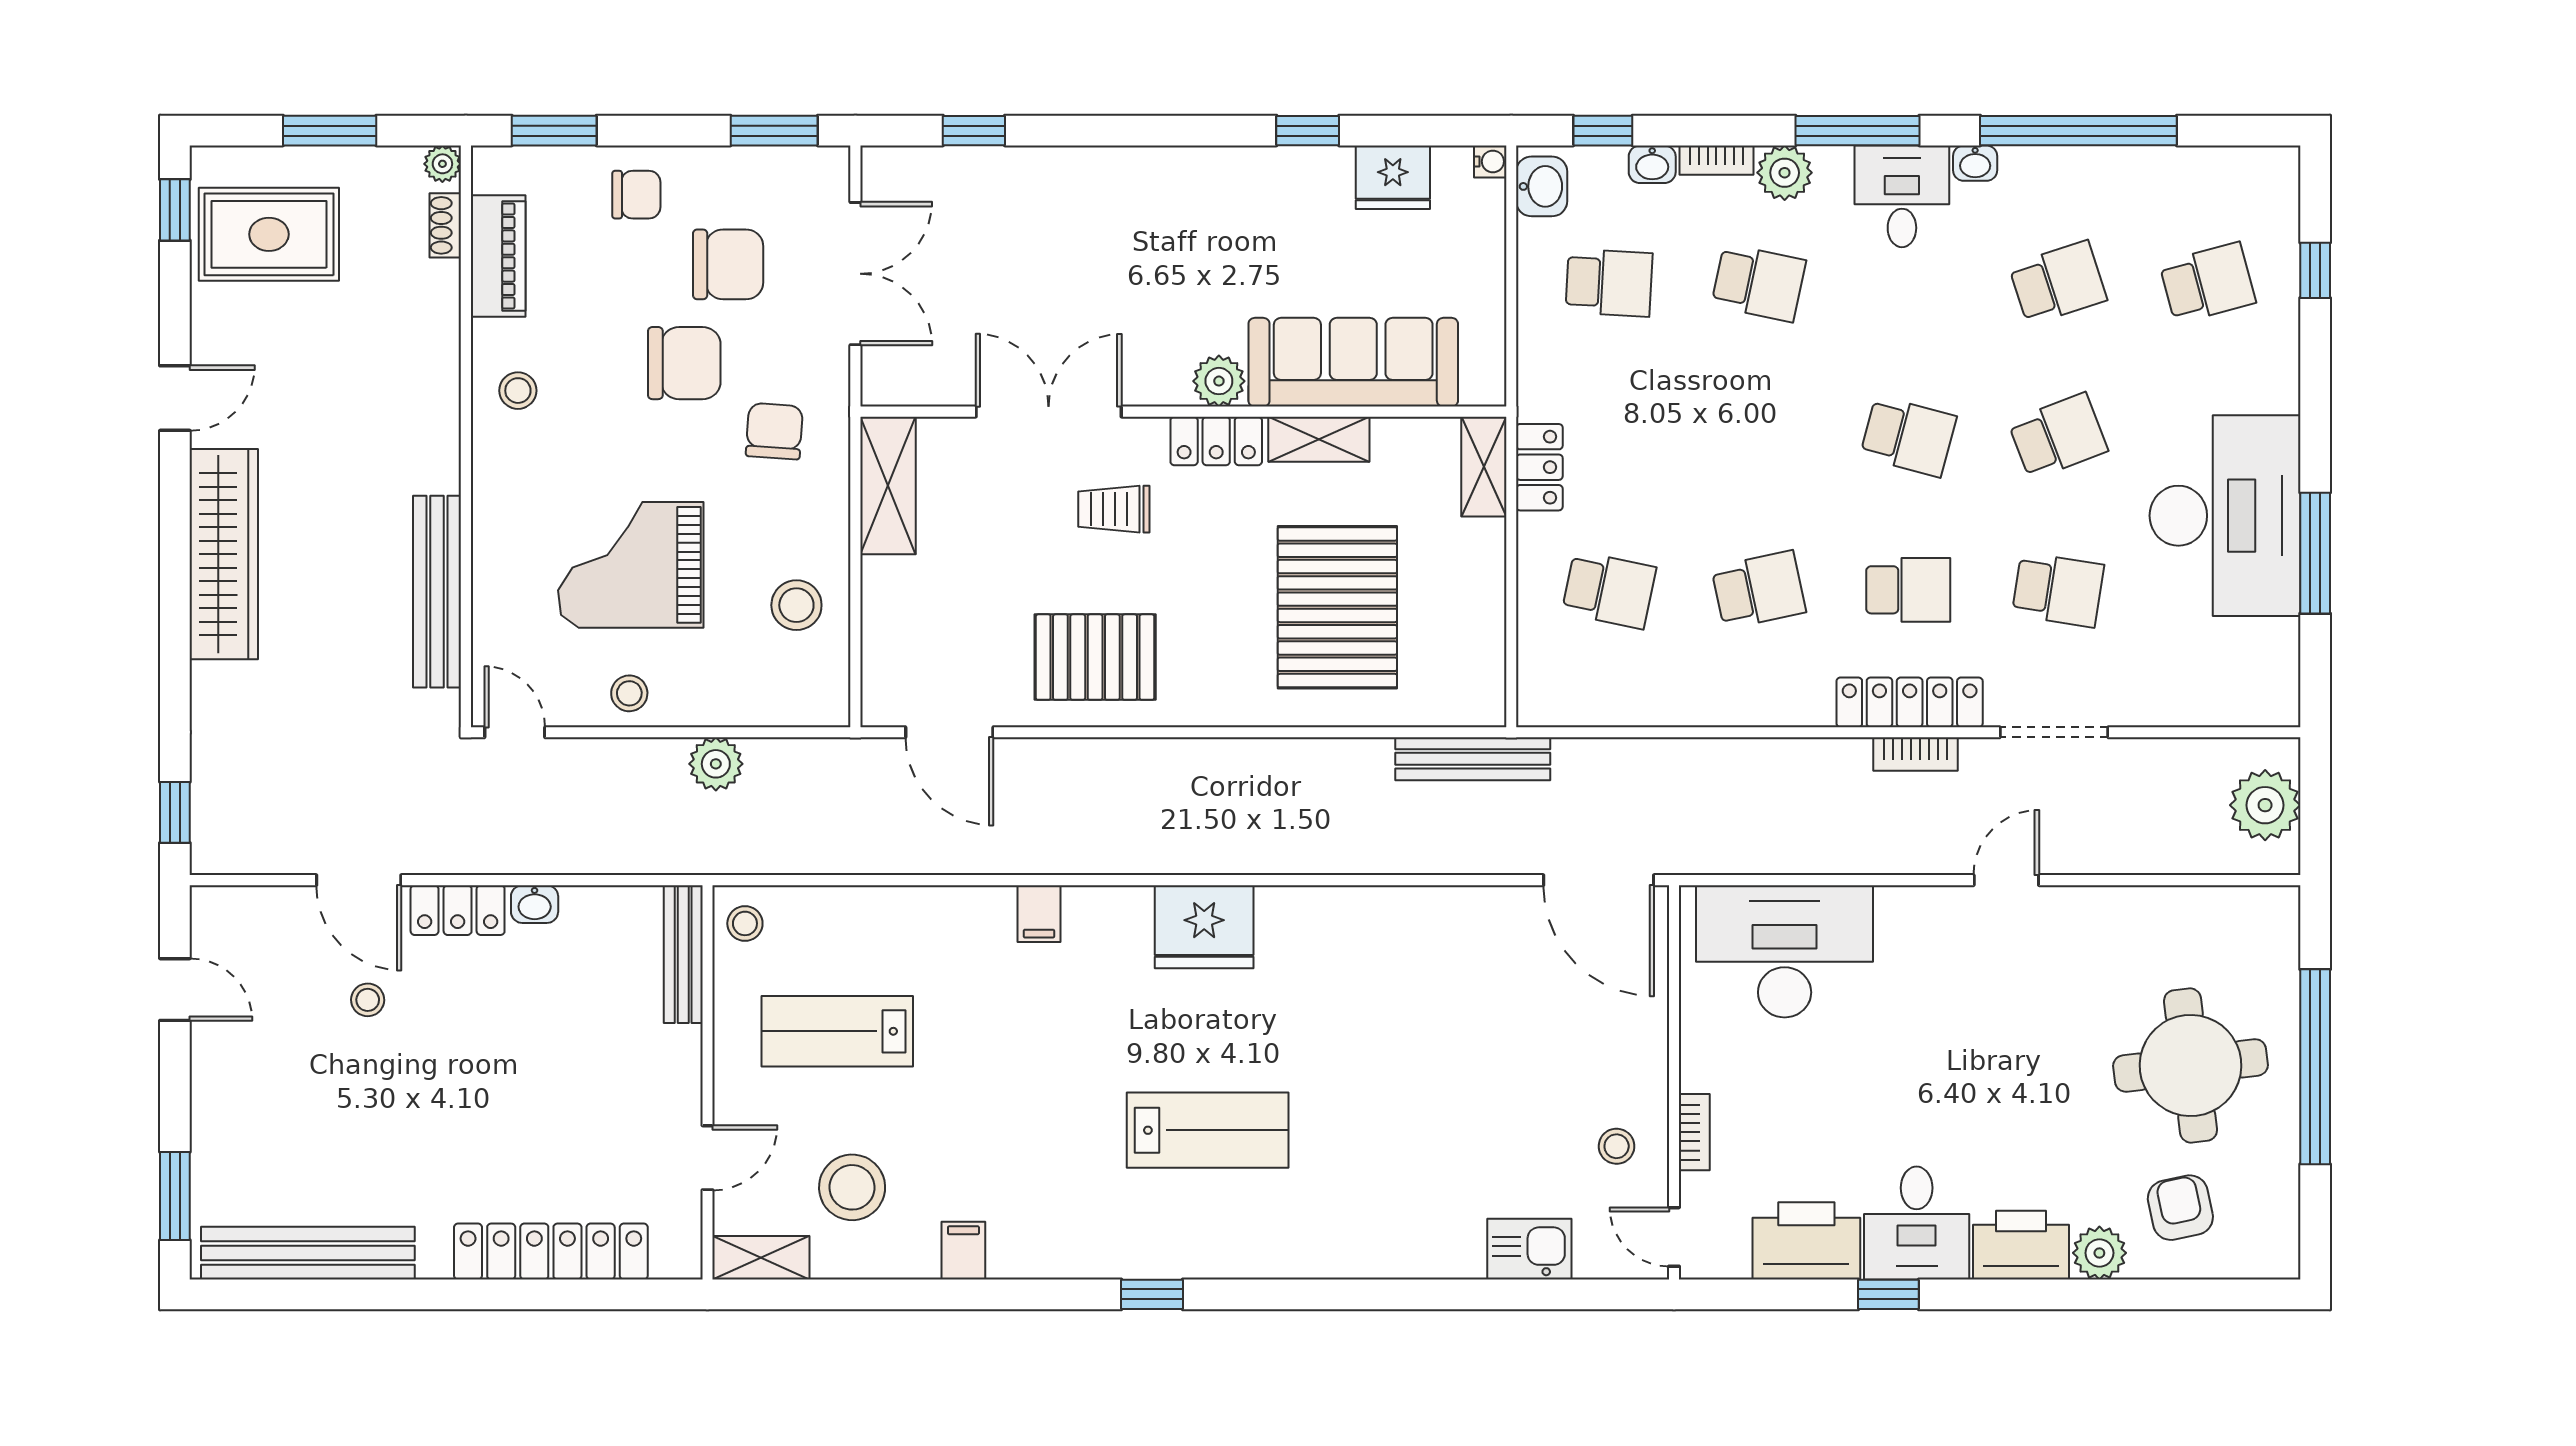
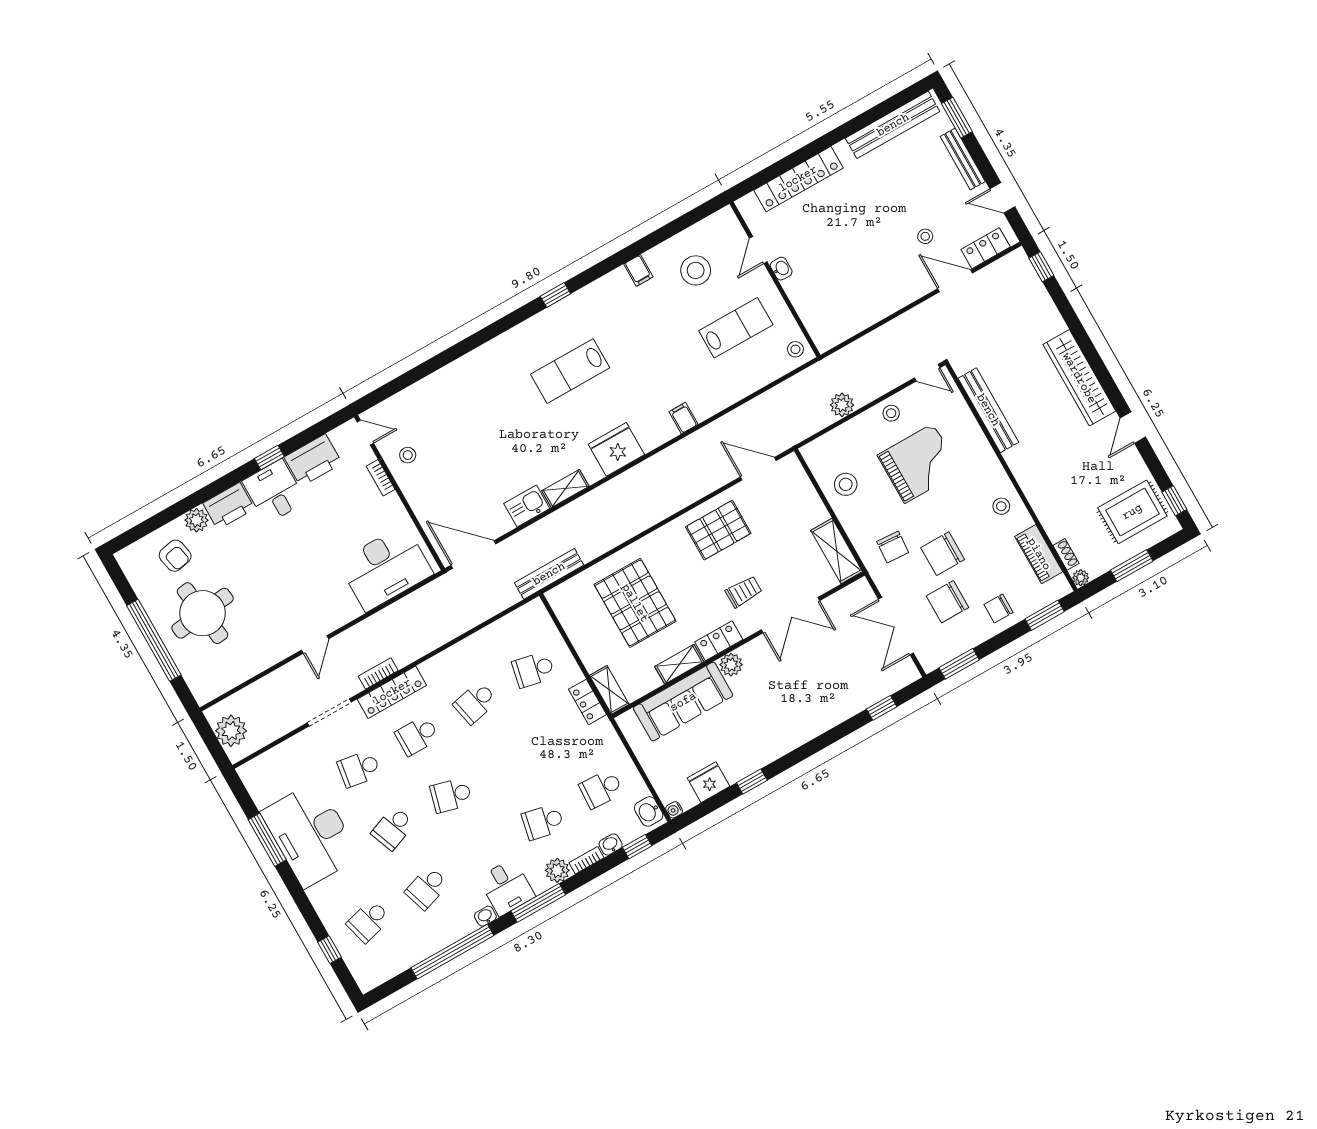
washbasin: (535, 904) -> (781, 269), moved, turned 90
locker: (458, 910) -> (986, 248), moved
bench: (683, 954) -> (963, 159), moved
kitchen sink: (1529, 1249) -> (527, 506), moved, turned 180
shelving: (761, 1258) -> (565, 489), moved

